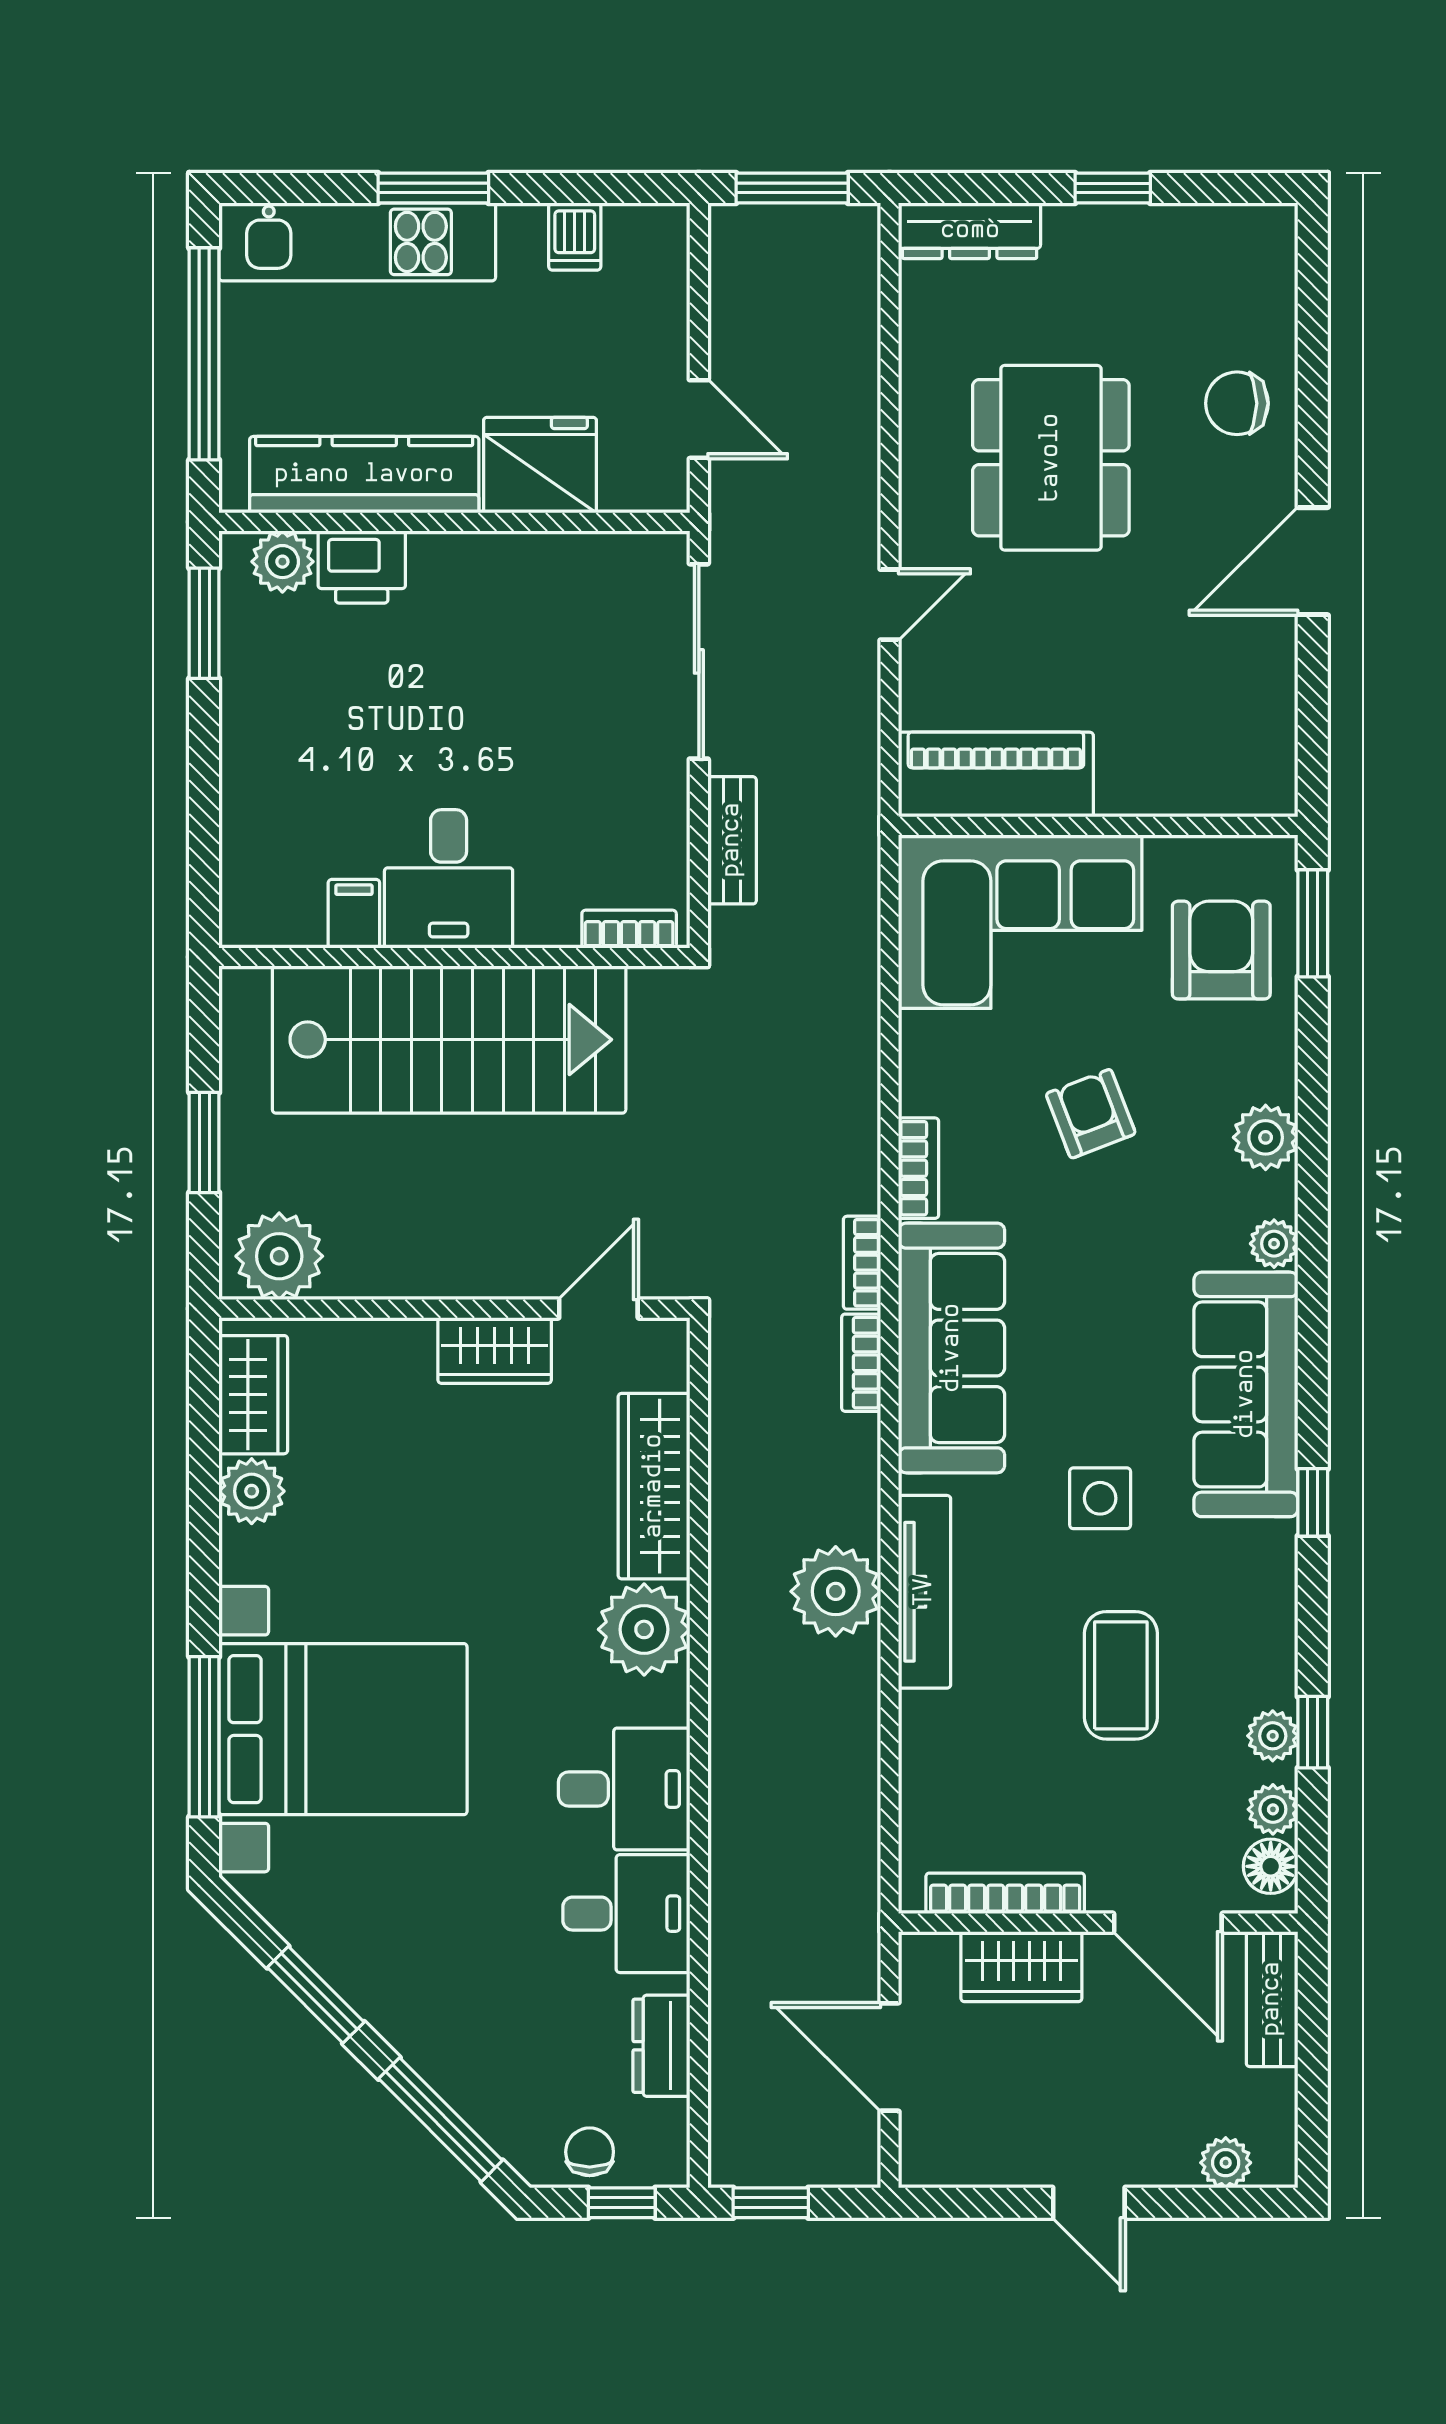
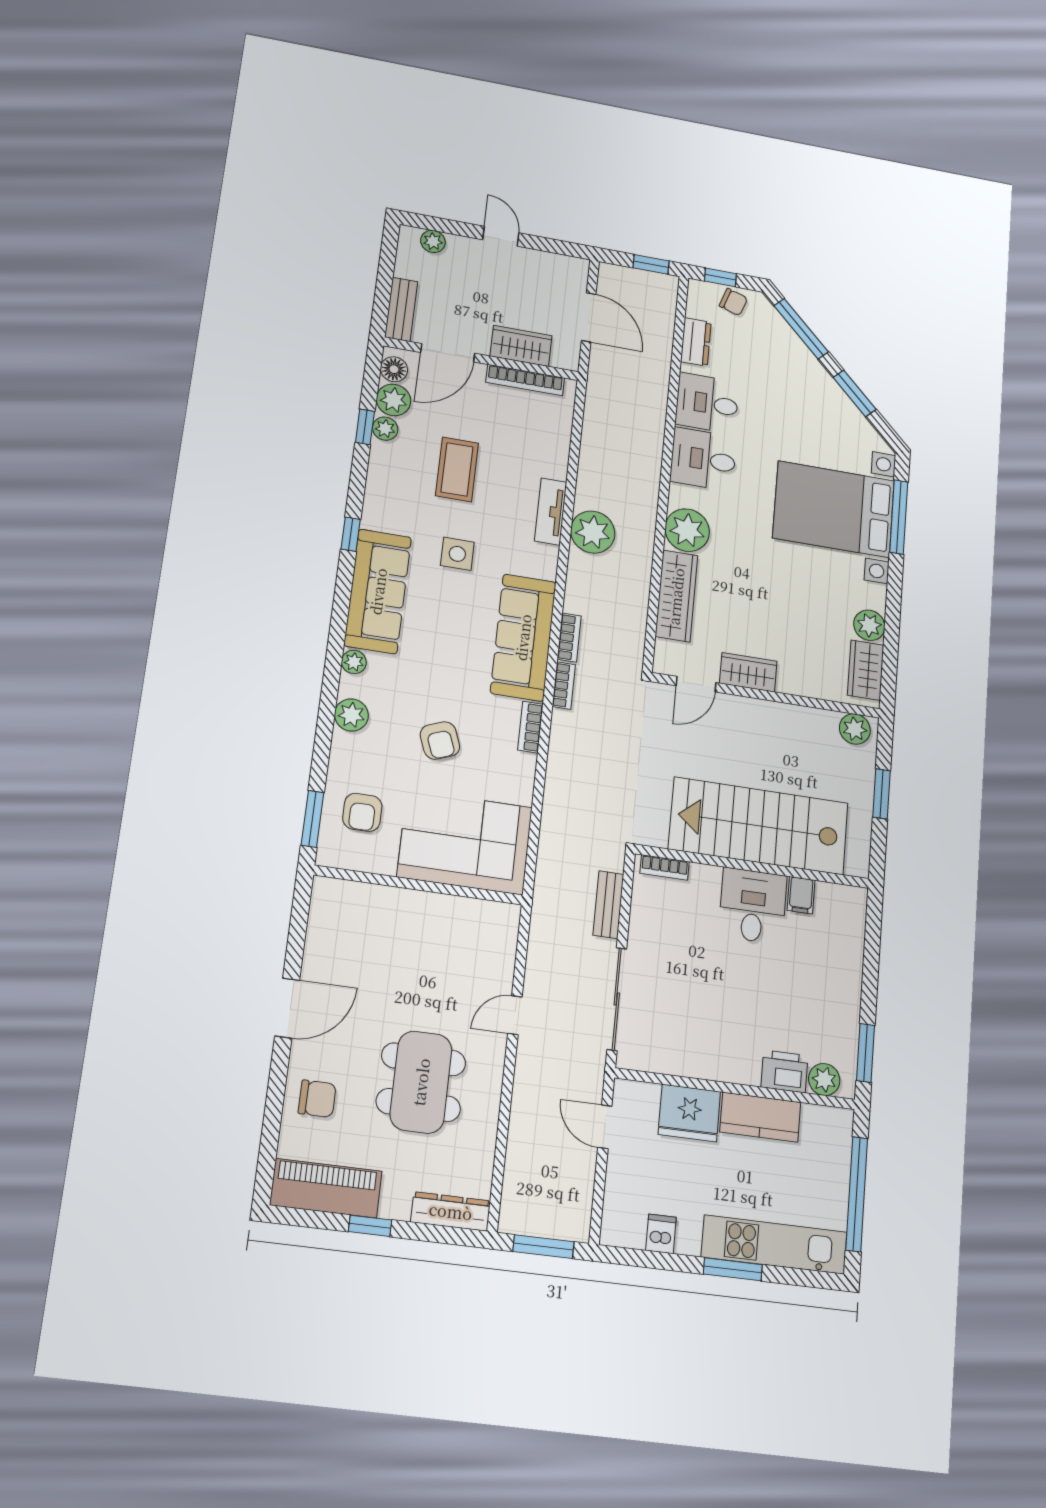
kitchen counter: (364, 475) -> (760, 1117), width x0.67
piano: (996, 775) -> (326, 1188), moved, turned 180
armchair: (1221, 950) -> (362, 812), width x0.72, depth x0.72
plant: (279, 1256) -> (855, 729), width x0.73, depth x0.73
tv unit: (925, 1592) -> (551, 512), width x0.71
plant: (1273, 1809) -> (394, 400), width x1.38, depth x1.38
door: (1168, 1923) -> (448, 353), swing flipped
chair: (590, 2152) -> (733, 302), turned -72

